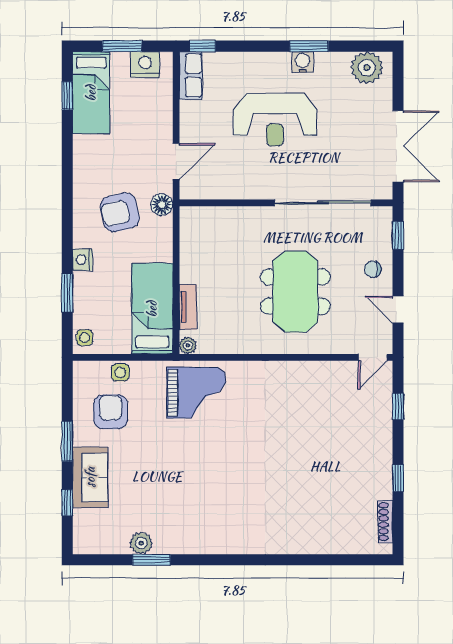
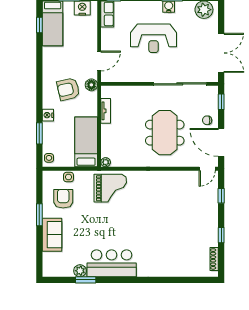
tv unit: (188, 307) -> (106, 111), moved
door: (398, 309) -> (221, 142), width x1.88
window: (67, 503) -> (39, 249), removed
bar counter: (199, 530) -> (112, 263), added

